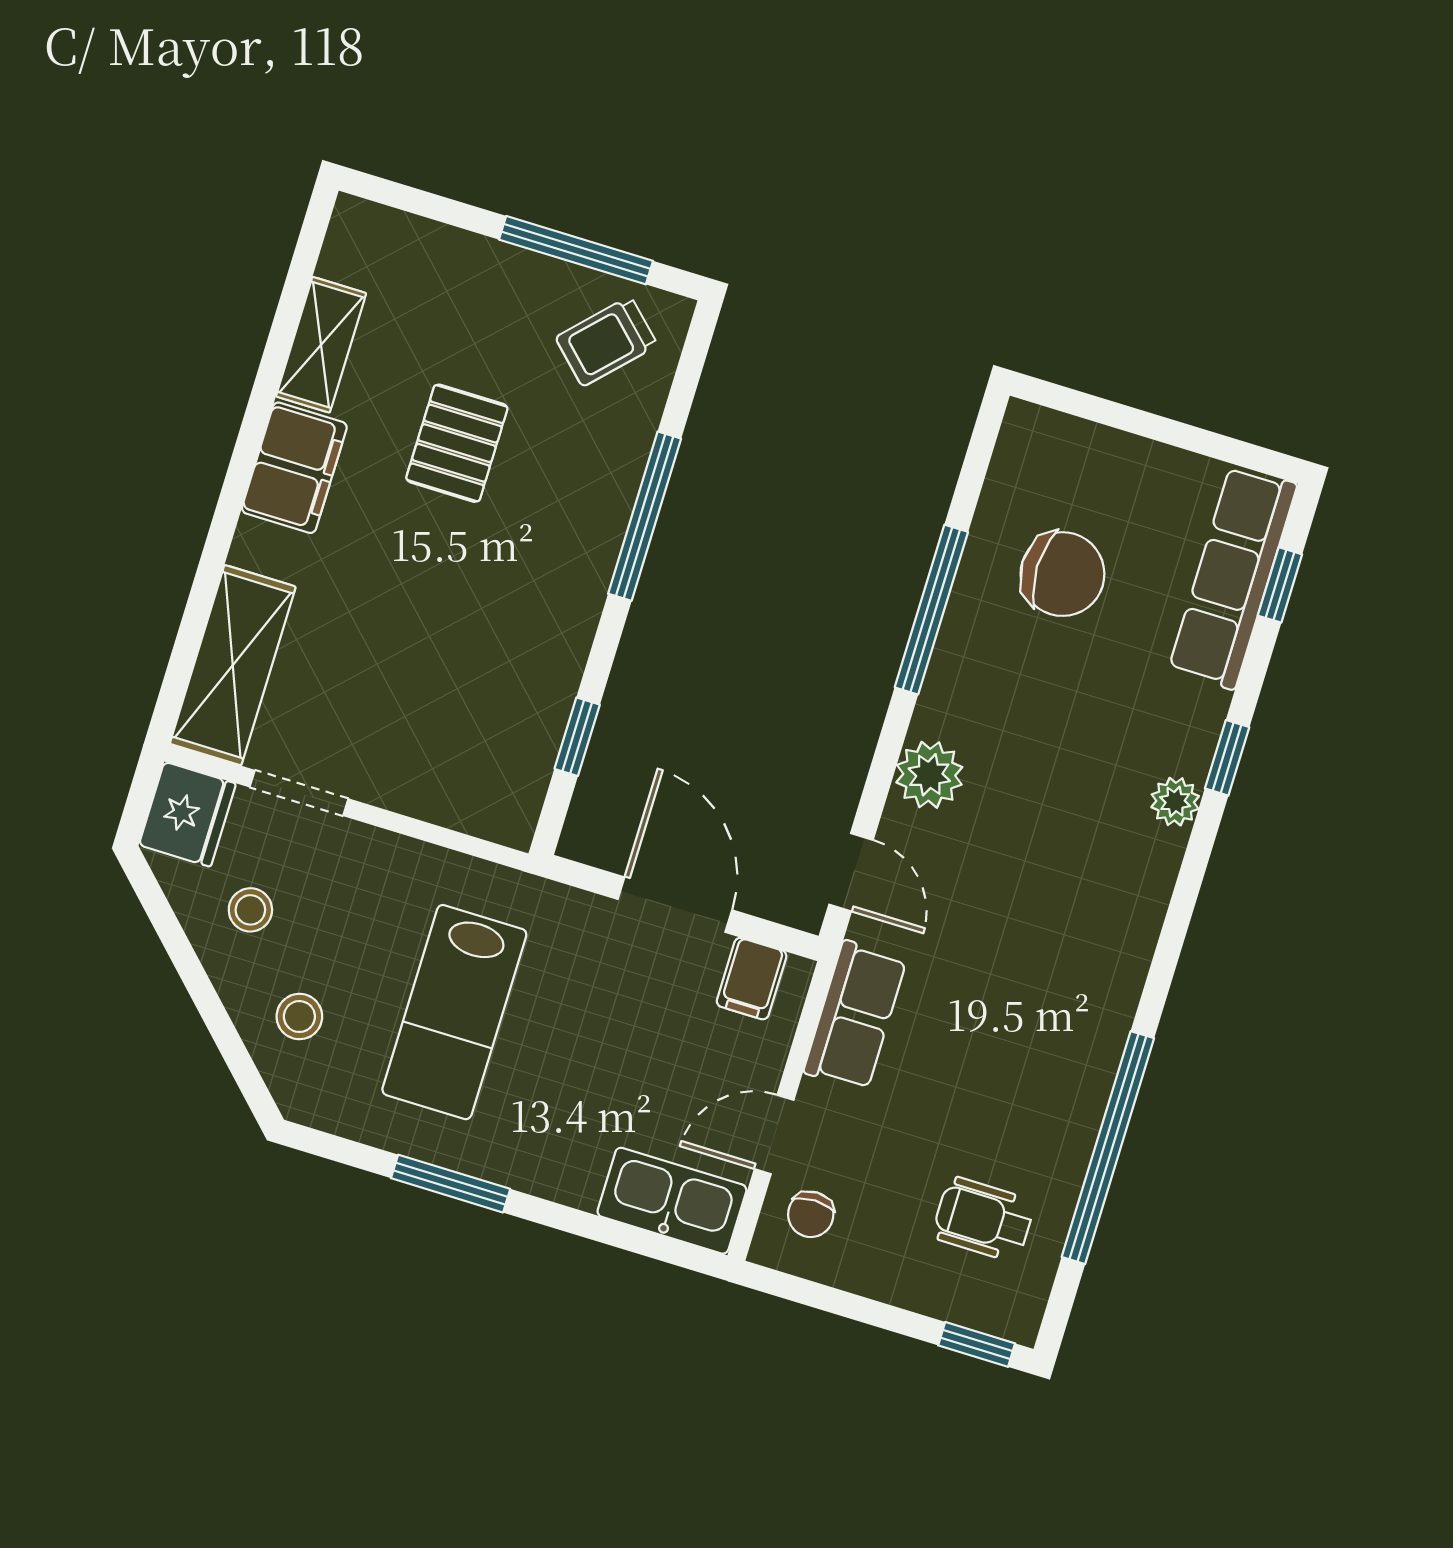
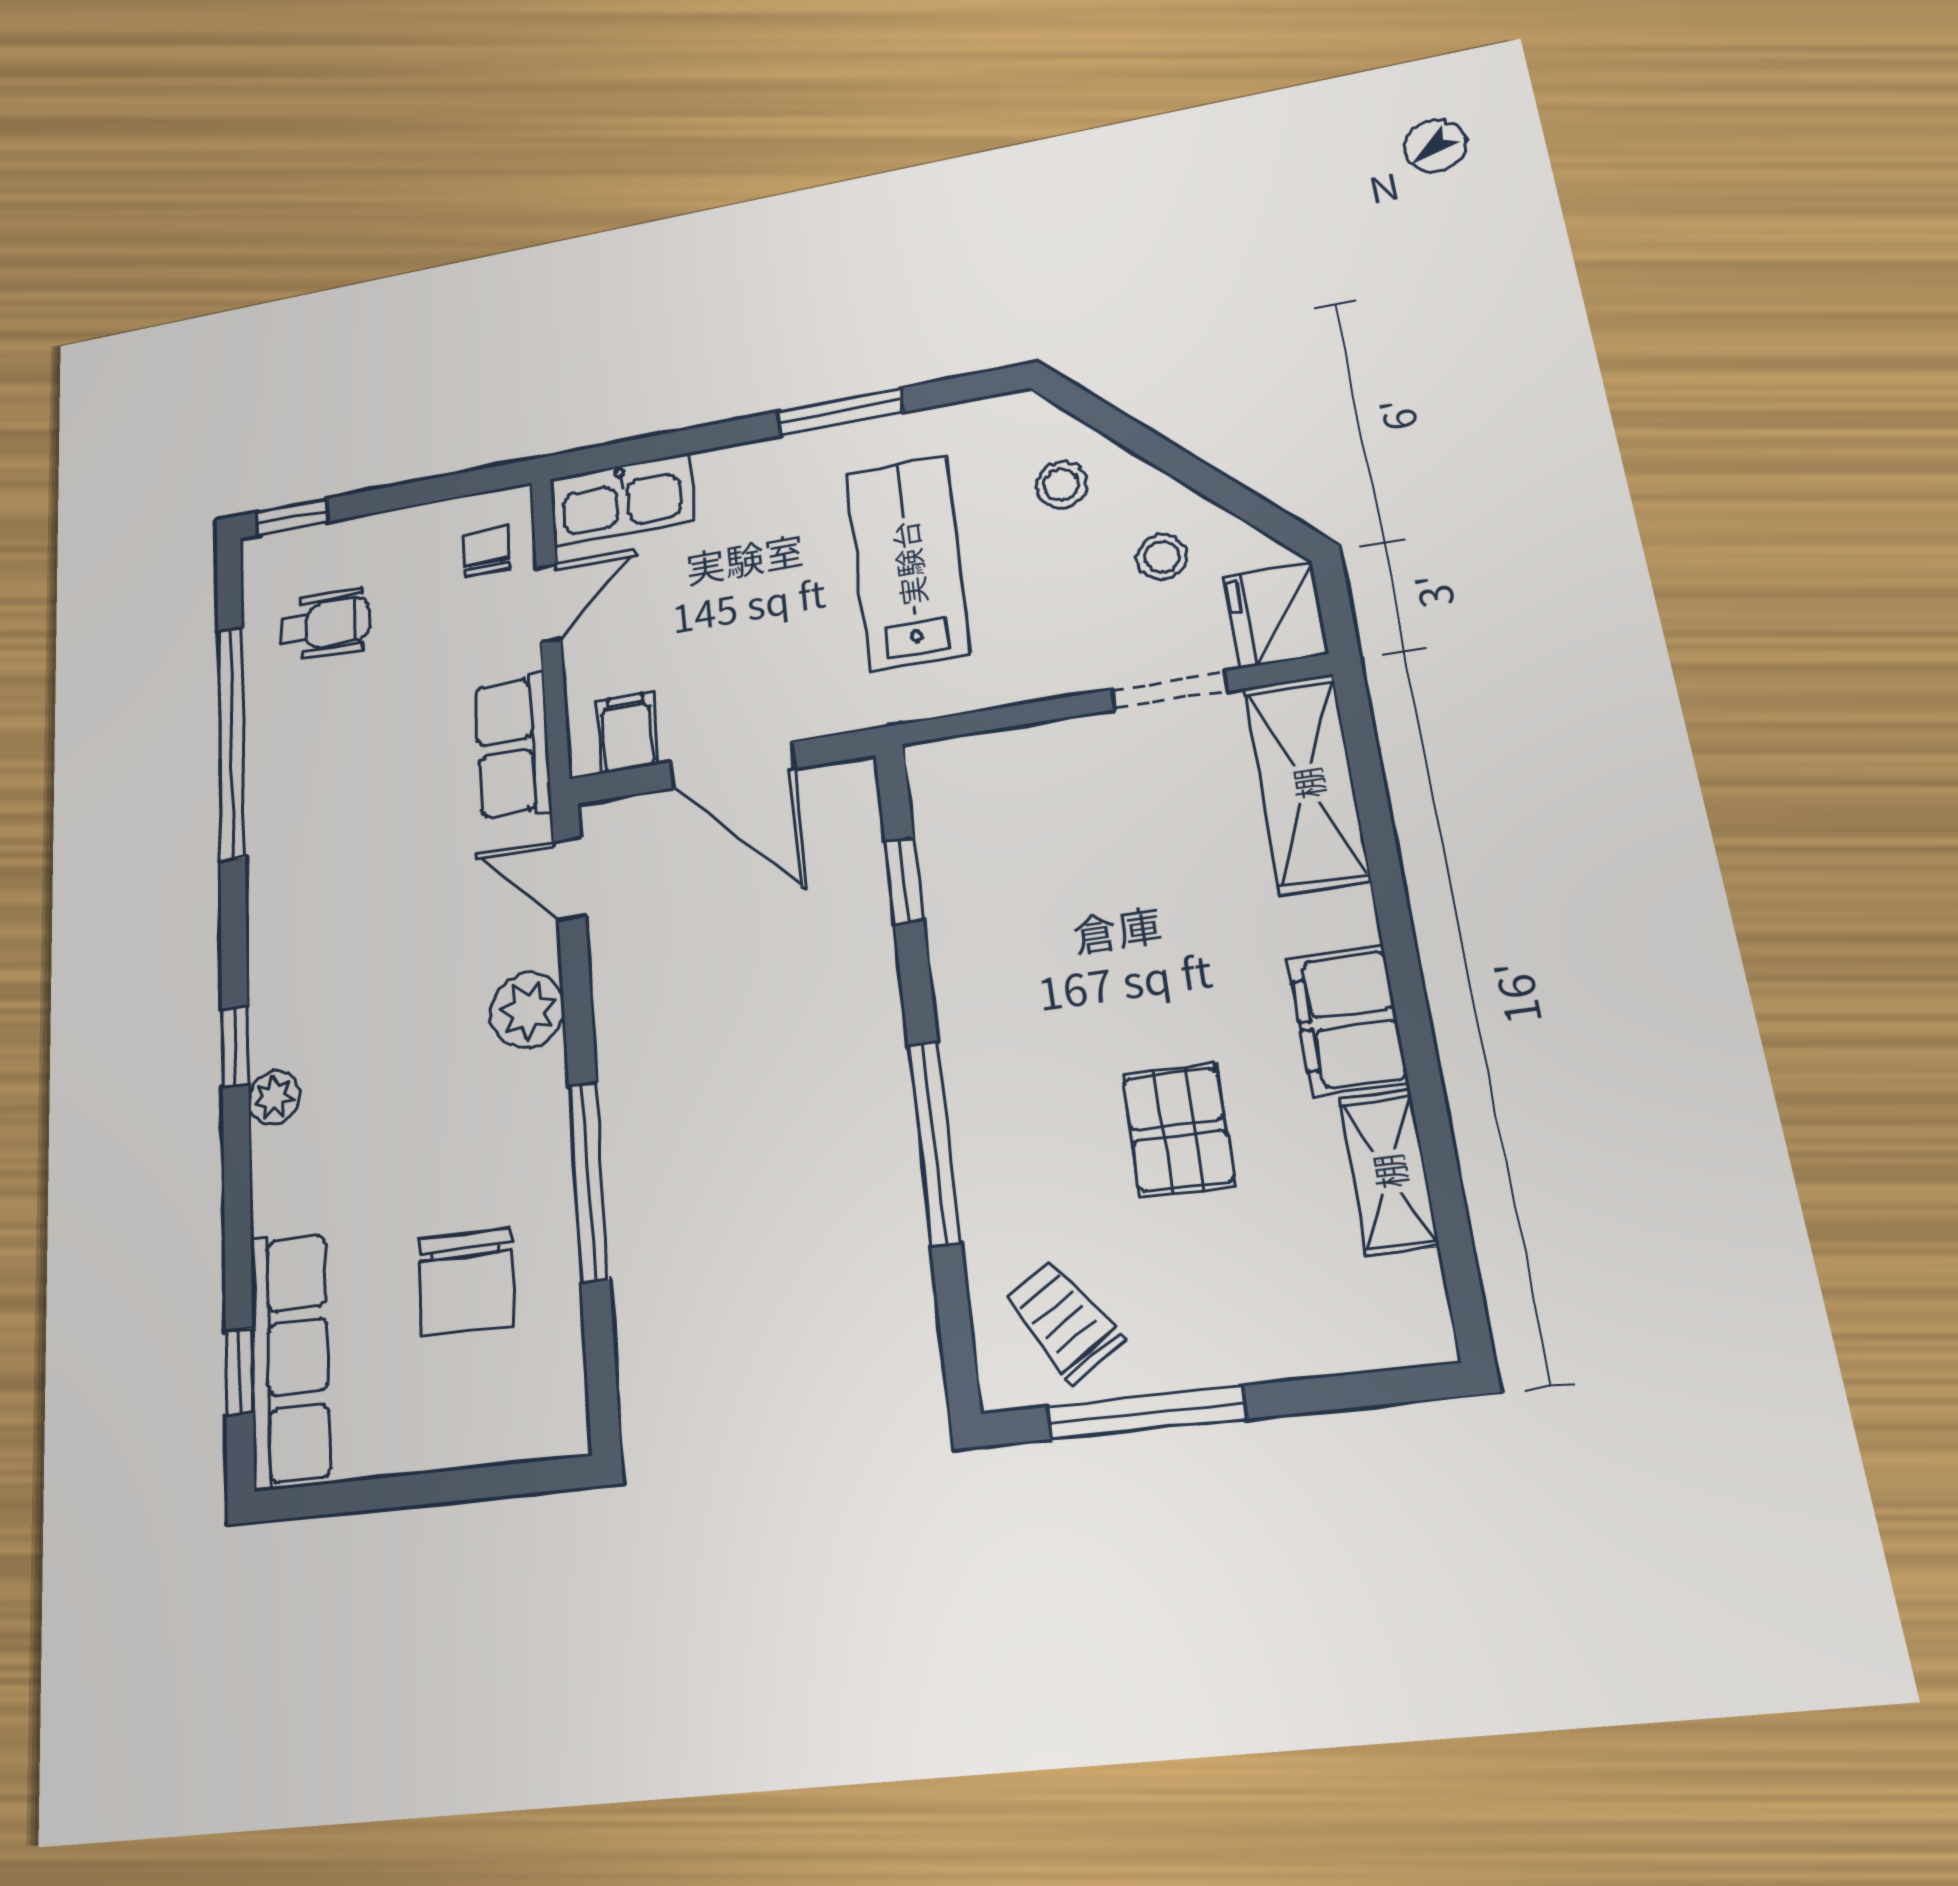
trolley: (606, 341) -> (1063, 1320), turned -77
chair: (1062, 574) -> (466, 1282), turned -90
window: (1227, 758) -> (235, 1047), moved

